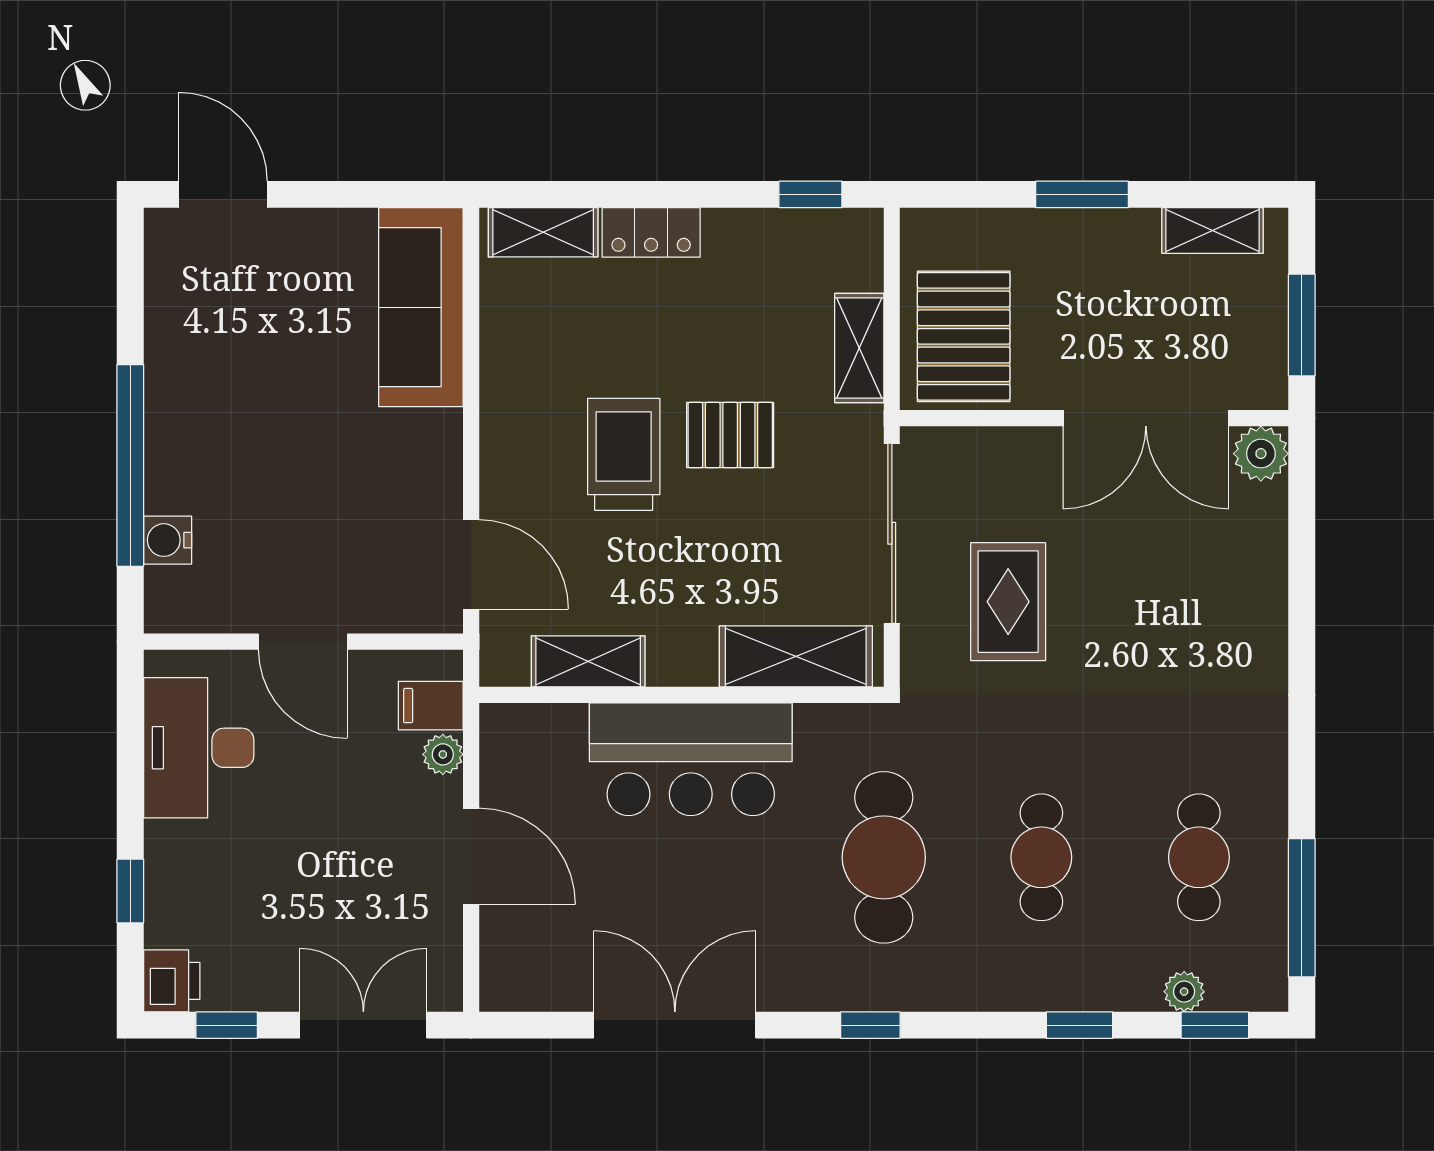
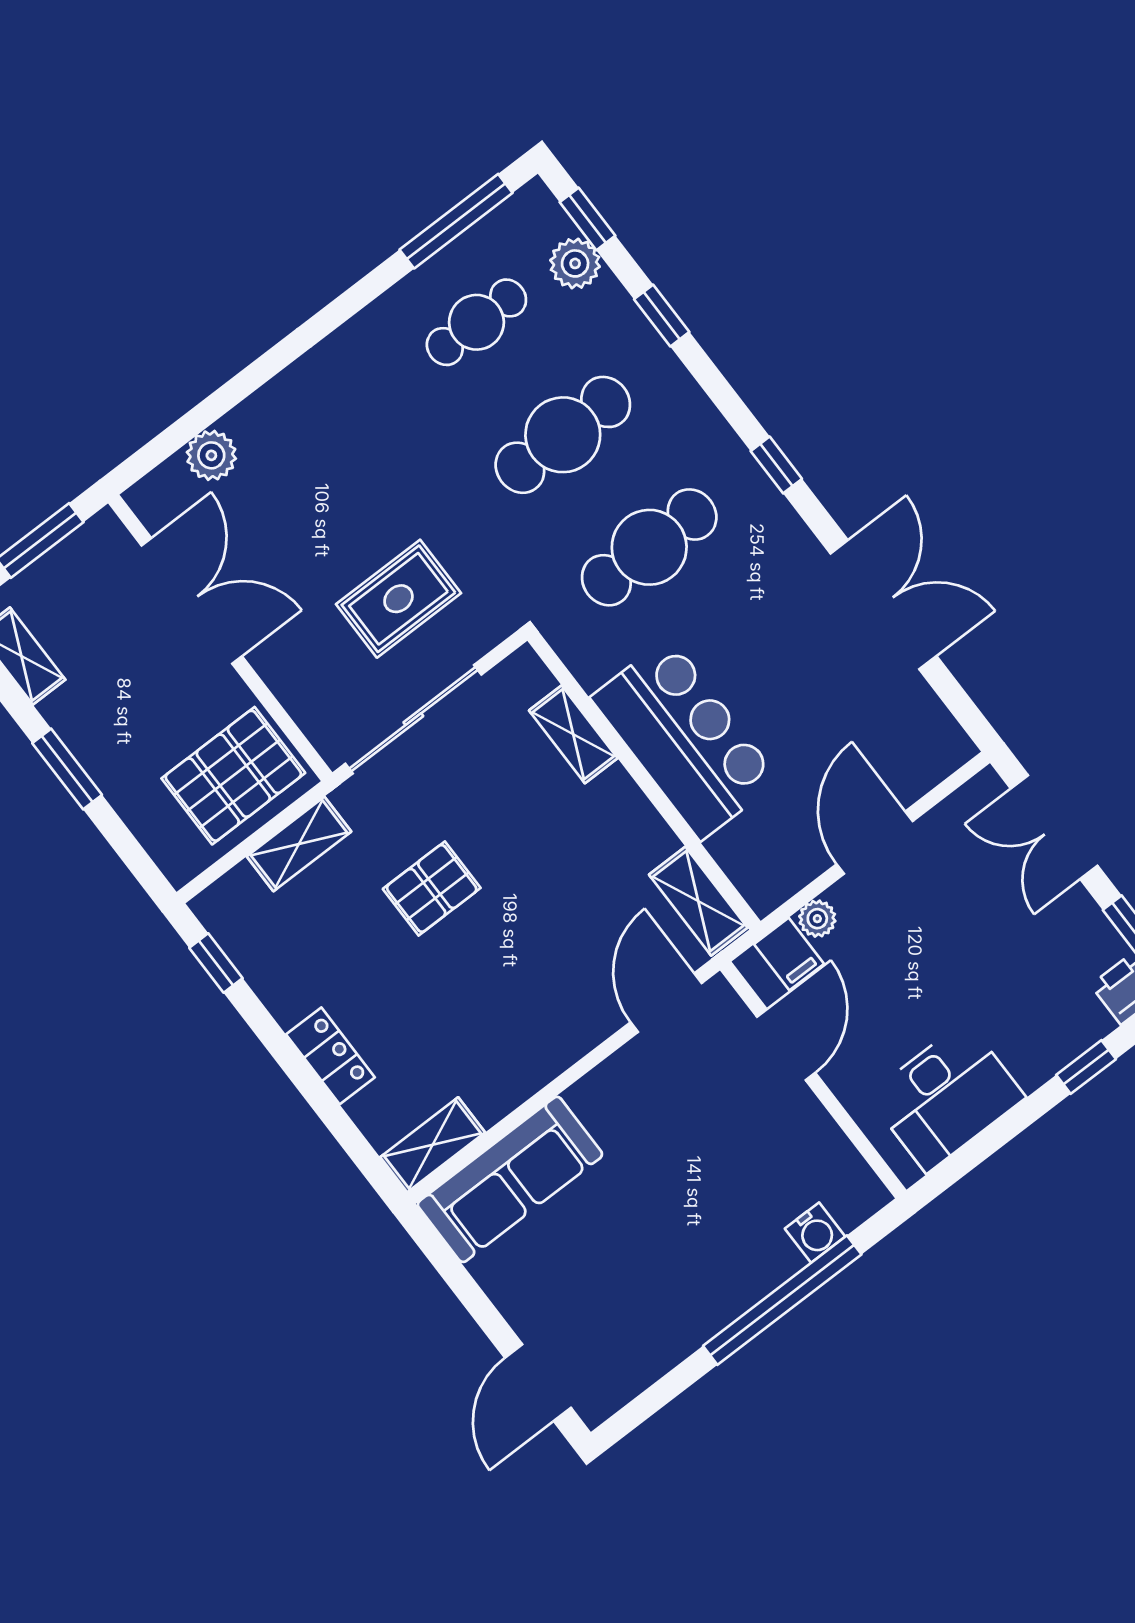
shelving: (543, 232) -> (433, 1145), moved, turned 90
pallet: (730, 435) -> (432, 888), turned 90
trolley: (624, 454) -> (504, 954), removed
plant: (1261, 454) -> (211, 455), moved
door: (303, 642) -> (786, 1045), moved
shelving: (796, 656) -> (573, 734), width x0.67, depth x0.75
shelving: (588, 661) -> (698, 901), moved
cafe table: (1041, 857) -> (563, 435), width x1.37, depth x1.35
plant: (1184, 992) -> (575, 263), width x1.38, depth x1.38
double door: (675, 1025) -> (883, 605), swing flipped

